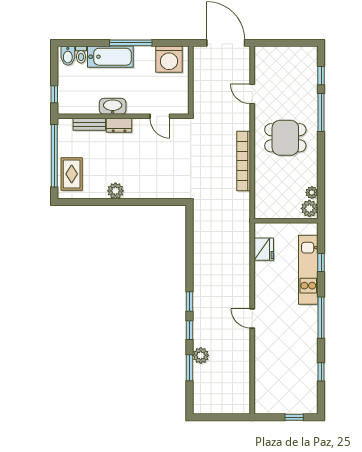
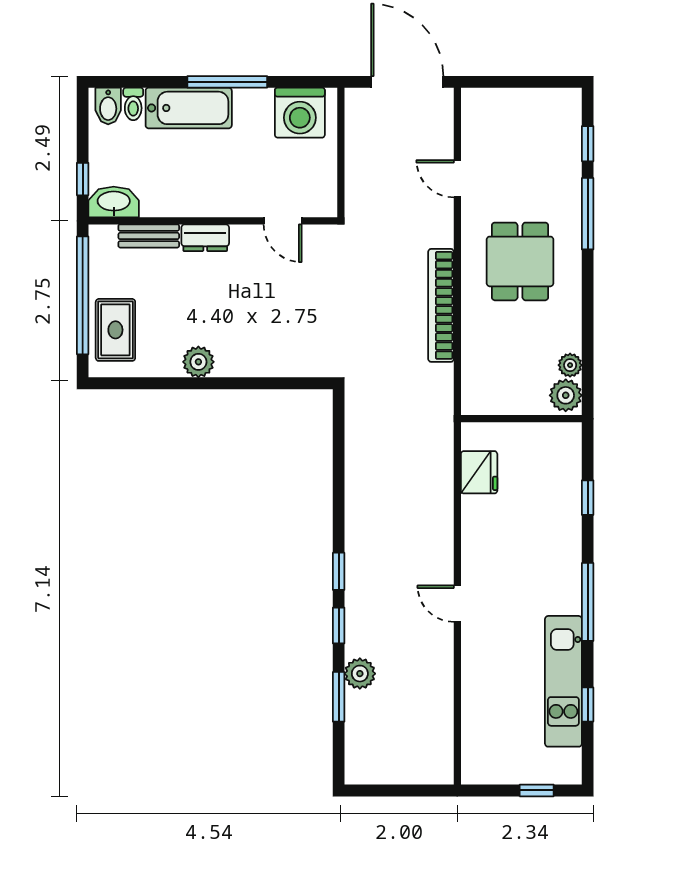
washbasin: (113, 106) -> (114, 202), moved
dining table: (285, 138) -> (520, 261), turned 90
kitchen unit: (308, 270) -> (563, 681), moved

